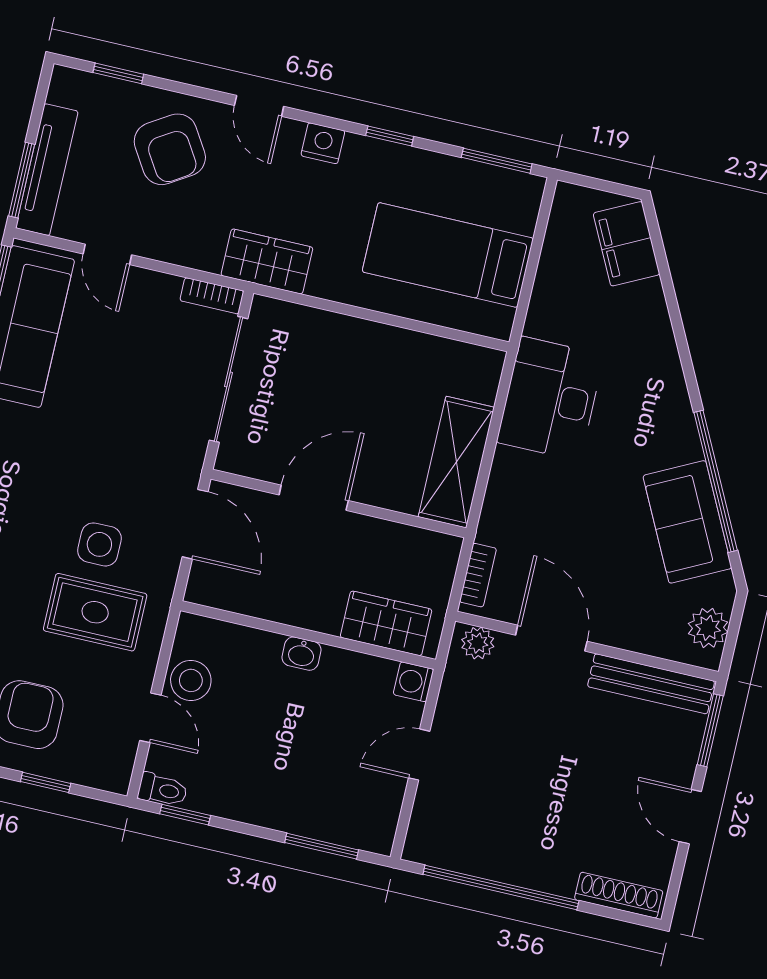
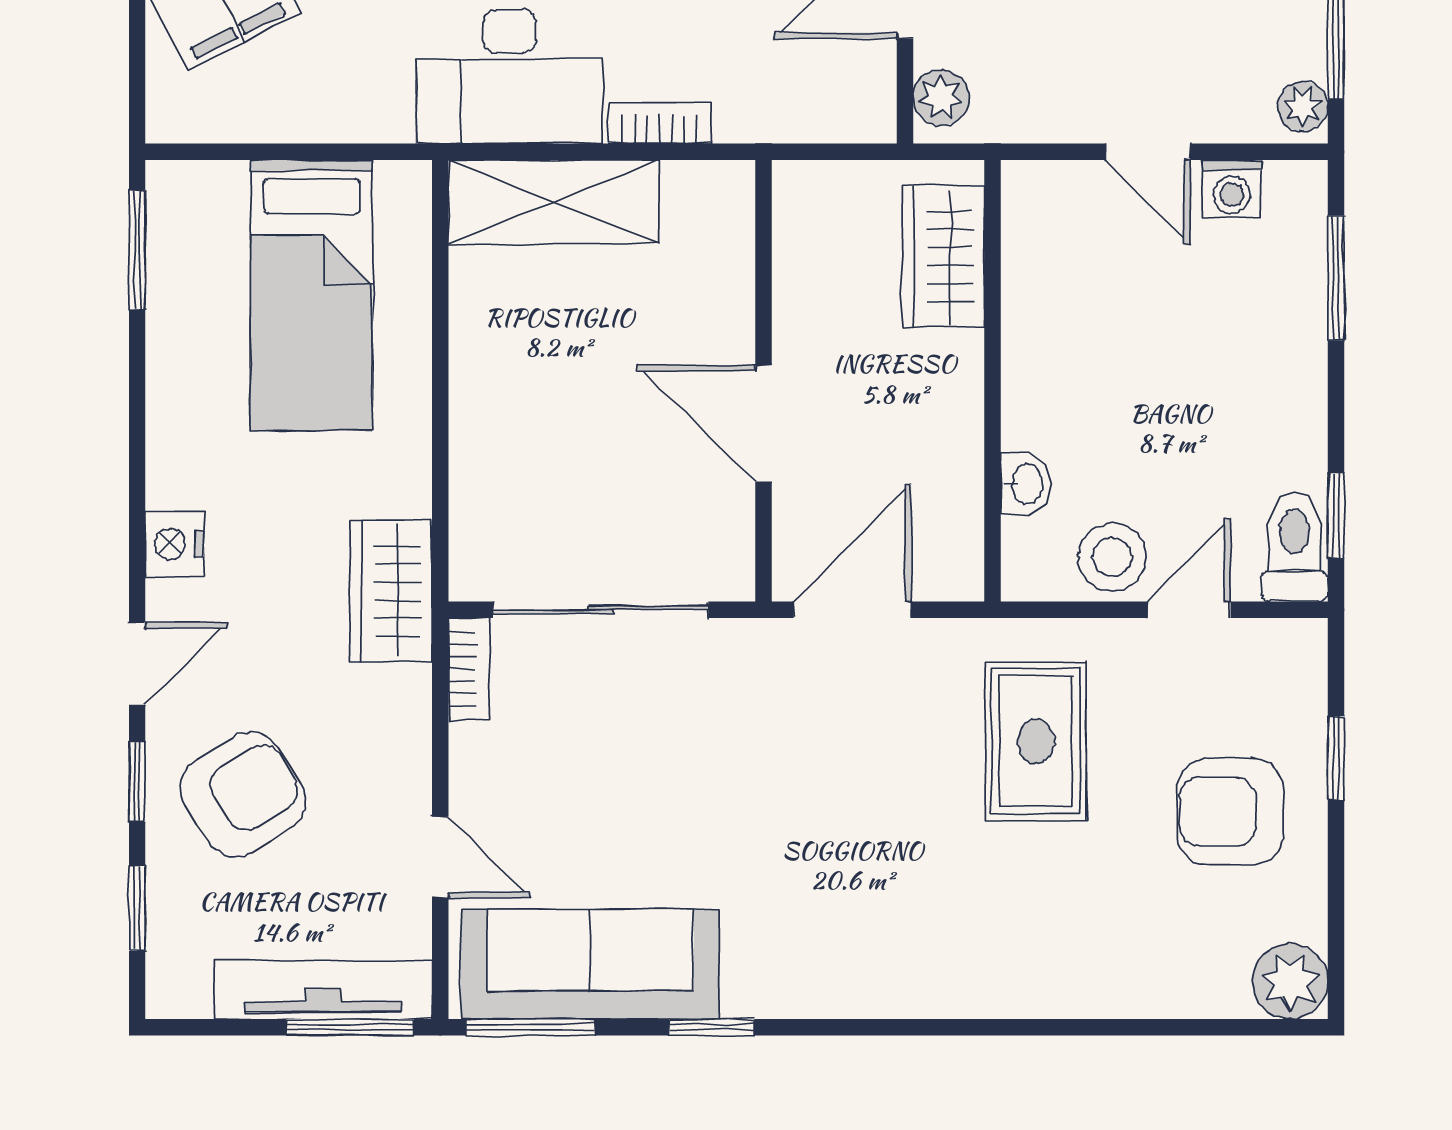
window: (390, 136) -> (137, 782), moved
door: (107, 254) -> (440, 857), hinge flipped
shelving: (456, 462) -> (554, 202), moved
side table: (99, 544) -> (922, 760), removed
bookcase: (478, 575) -> (659, 123), moved
washbasin: (302, 654) -> (1026, 484), moved
washing machine: (414, 682) -> (1232, 189), moved
toilet: (163, 790) -> (1294, 547), width x1.37, depth x1.39
plant: (425, 850) -> (1303, 106), added

